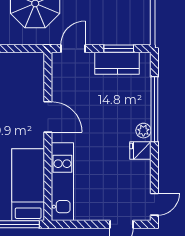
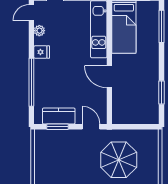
door: (73, 49) -> (91, 127), swing flipped
plant: (143, 131) -> (39, 31), moved

